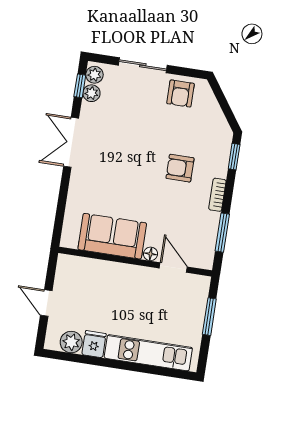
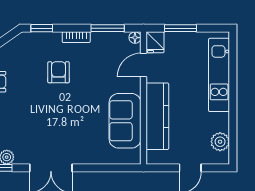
armchair: (180, 168) -> (59, 72), turned 180
floor lamp: (151, 254) -> (135, 38), moved
kitchen counter: (112, 274) -> (157, 116), added
fridge: (94, 344) -> (155, 42), moved, turned -90

